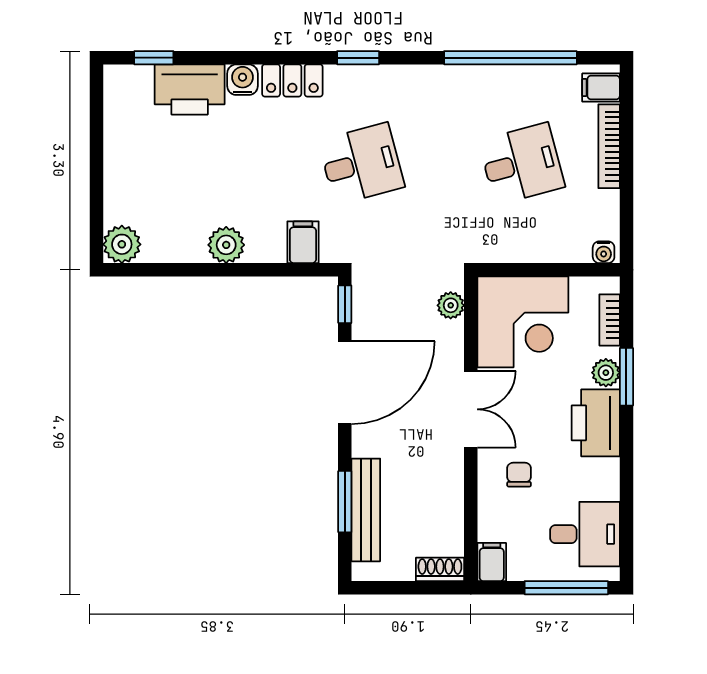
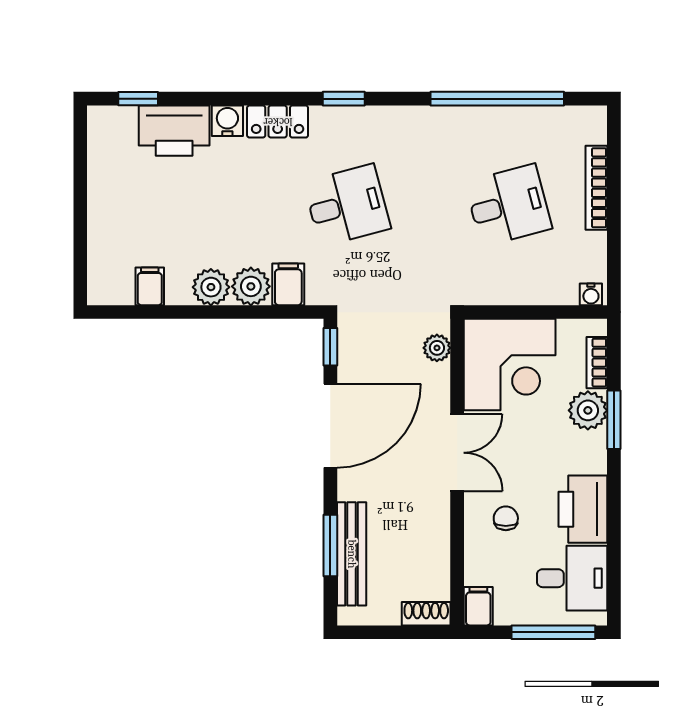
filing cabinet: (601, 88) -> (150, 286), moved, turned 90
plant: (122, 244) -> (251, 286), moved
plant: (606, 373) -> (588, 410), width x1.38, depth x1.38
printer: (596, 423) -> (583, 509), moved

